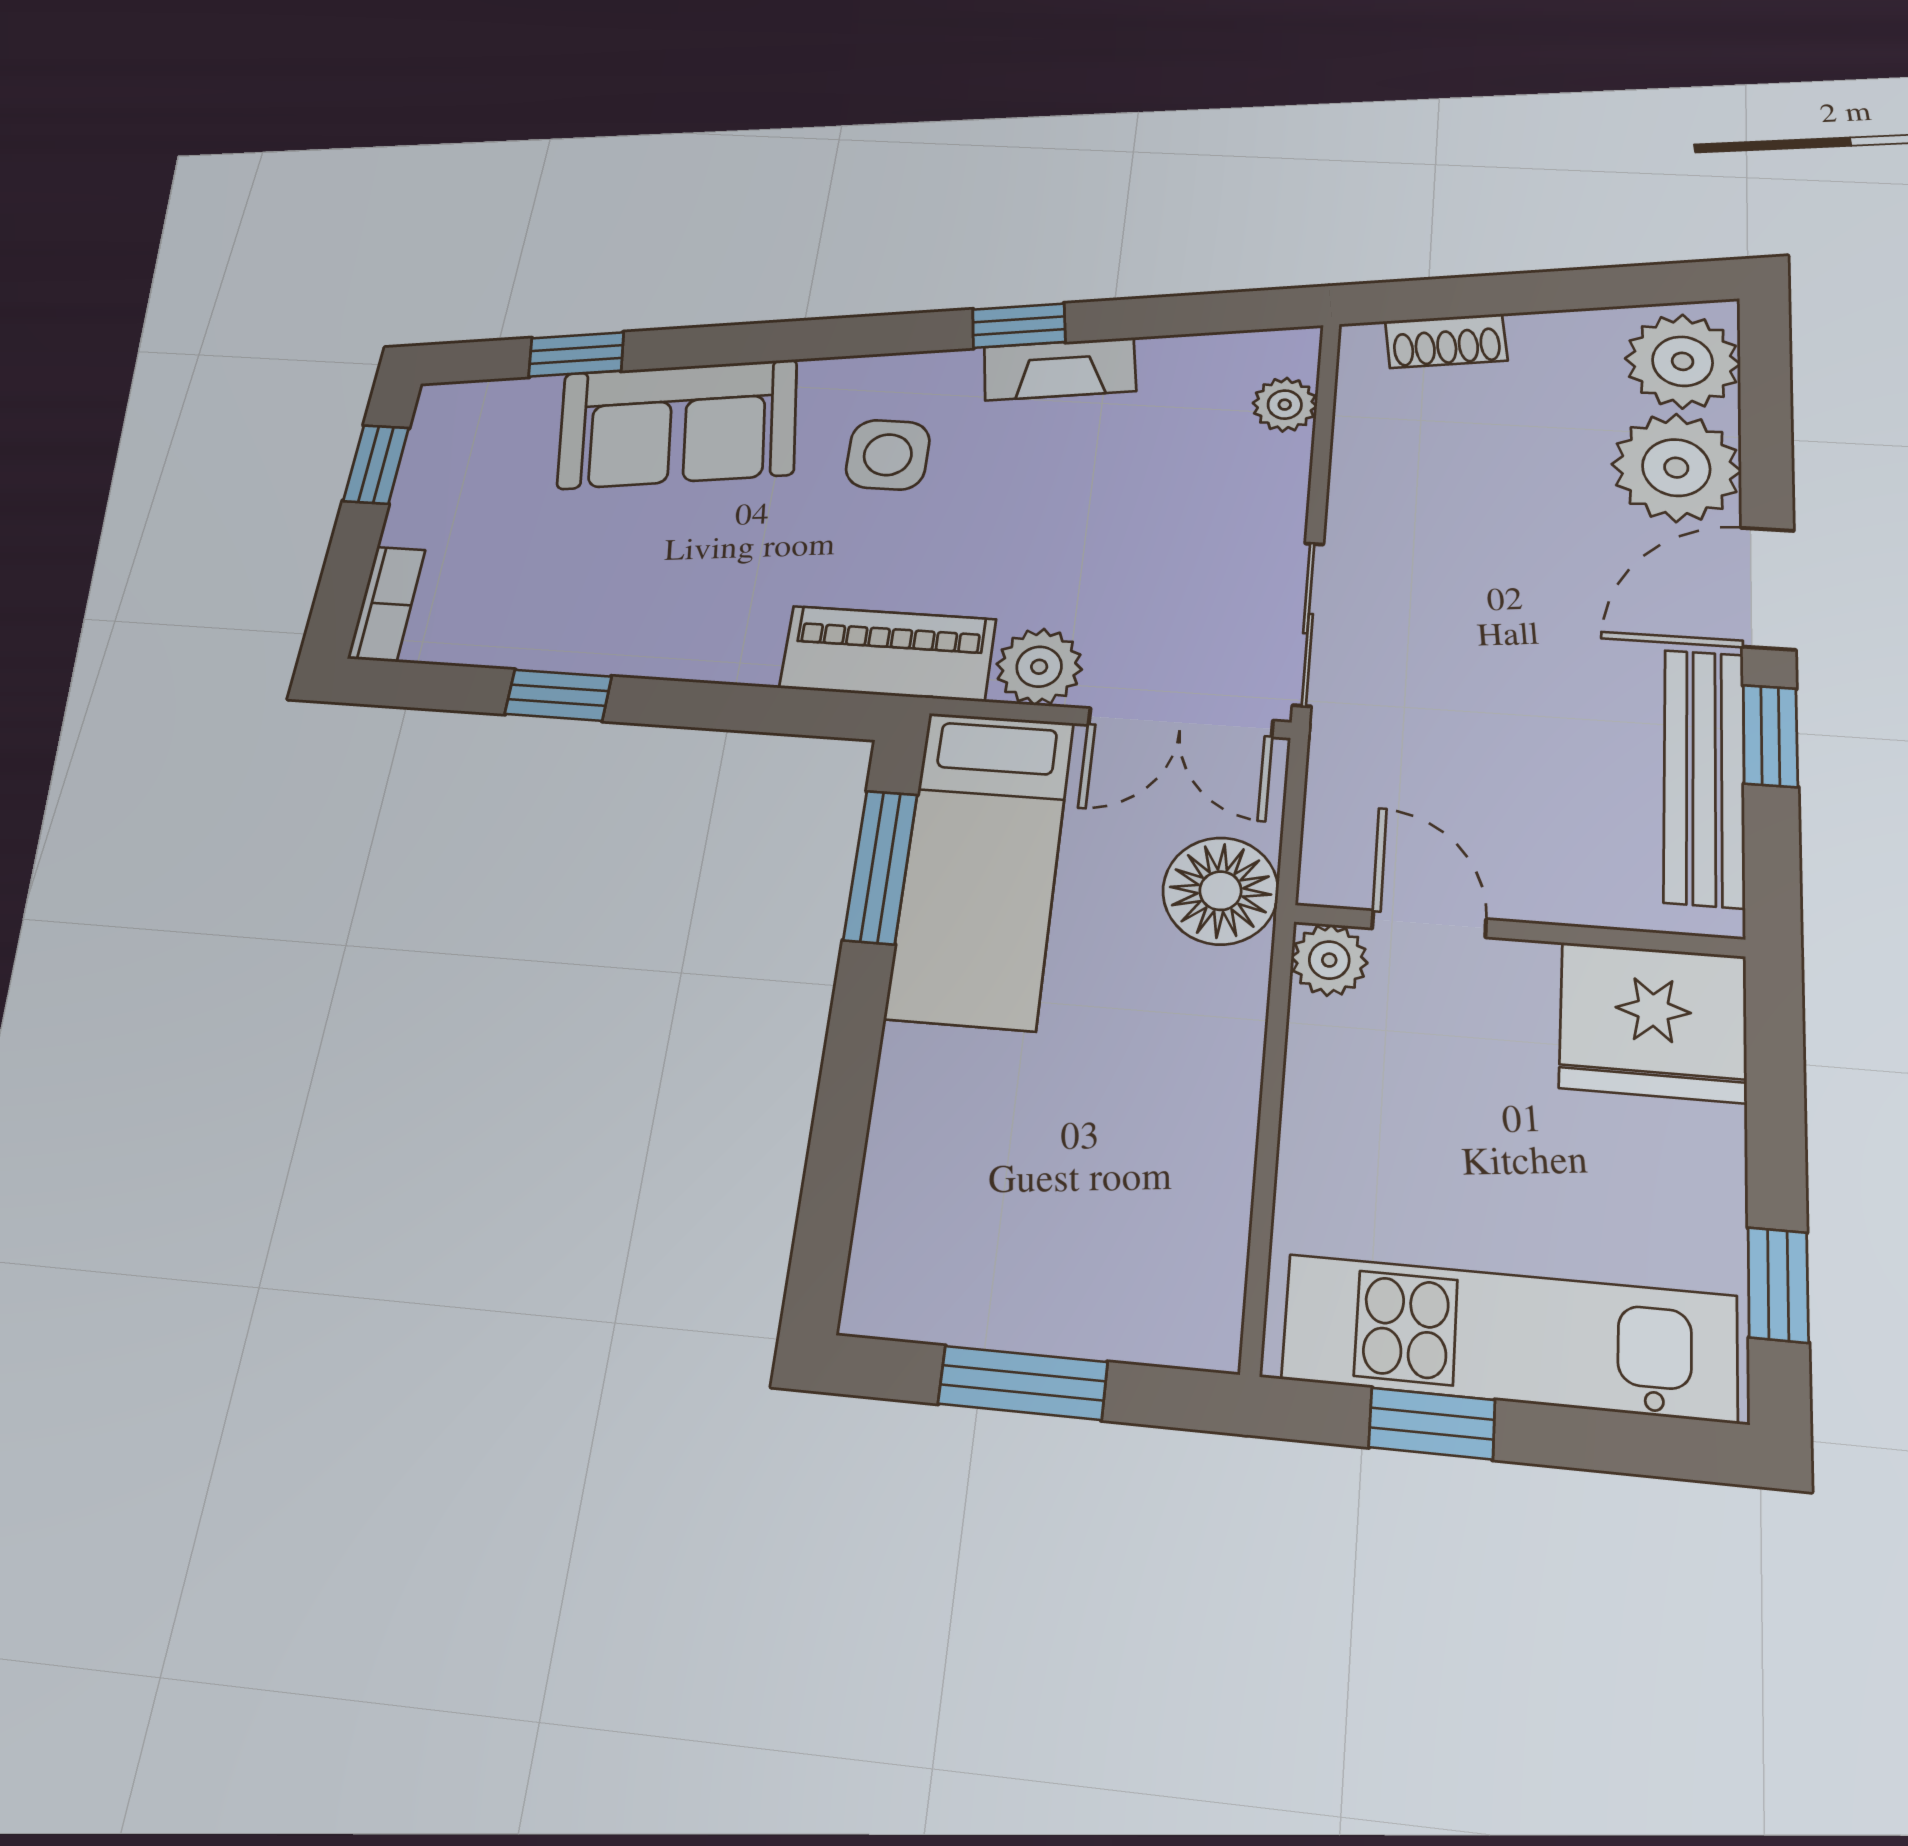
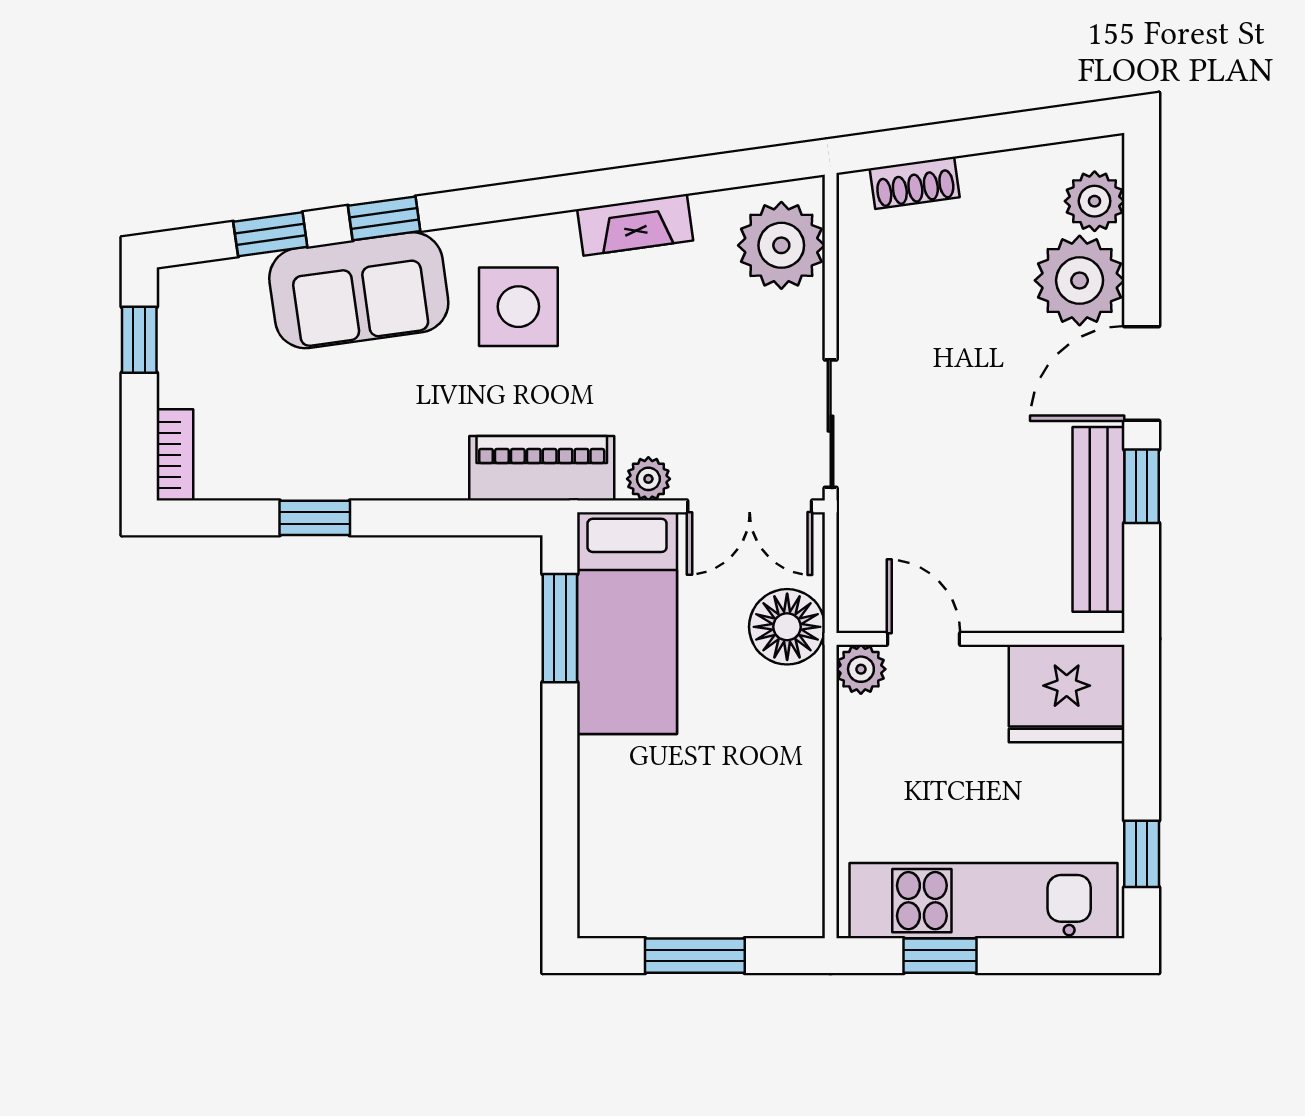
window: (1019, 326) -> (384, 218), moved
plant: (1683, 361) -> (1095, 201), width x0.73, depth x0.73
plant: (1285, 405) -> (781, 245), width x1.87, depth x1.87
side table: (888, 455) -> (518, 307), width x1.37, depth x1.37
plant: (1039, 667) -> (648, 479), width x0.73, depth x0.73

